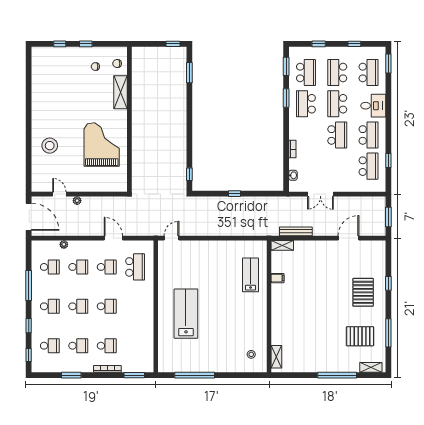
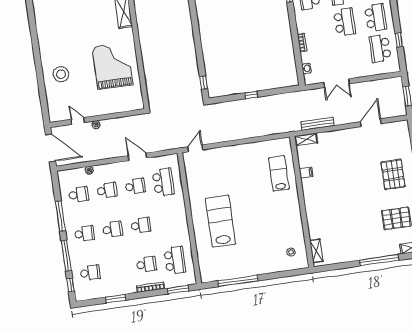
school desk: (369, 166) -> (380, 48), turned 180
window: (29, 326) -> (66, 256), width x2.17
school desk: (78, 346) -> (175, 260), moved, width x1.85

